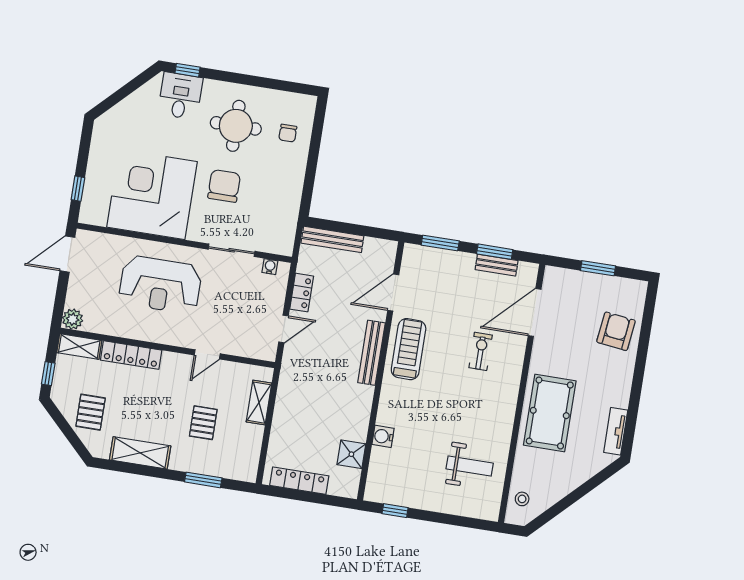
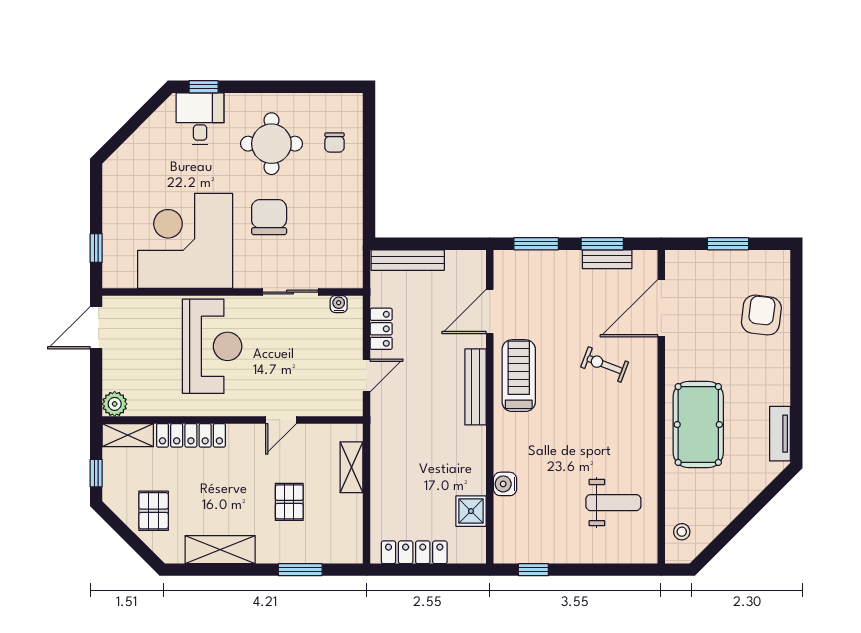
reception desk: (160, 285) -> (212, 346), turned -90
exercise bike: (481, 351) -> (605, 365), turned -69

